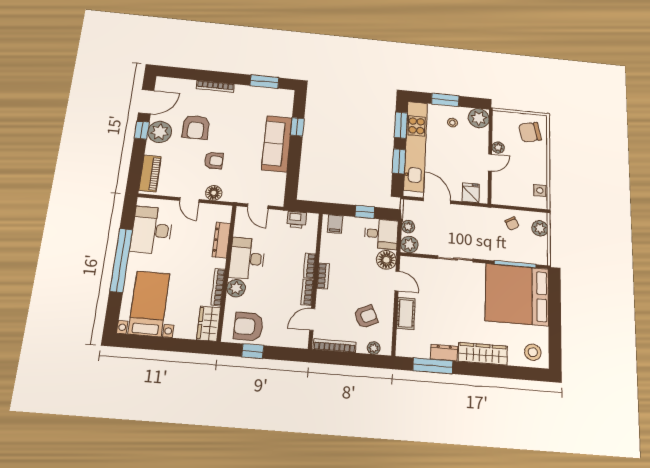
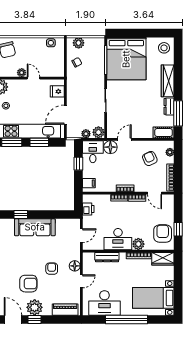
cot: (406, 313) -> (164, 133), moved
armchair: (248, 327) -> (163, 234), turned 180

